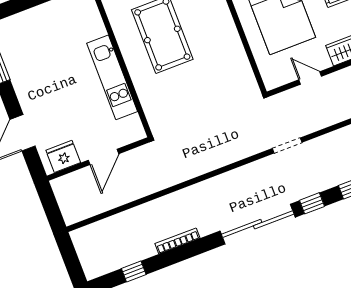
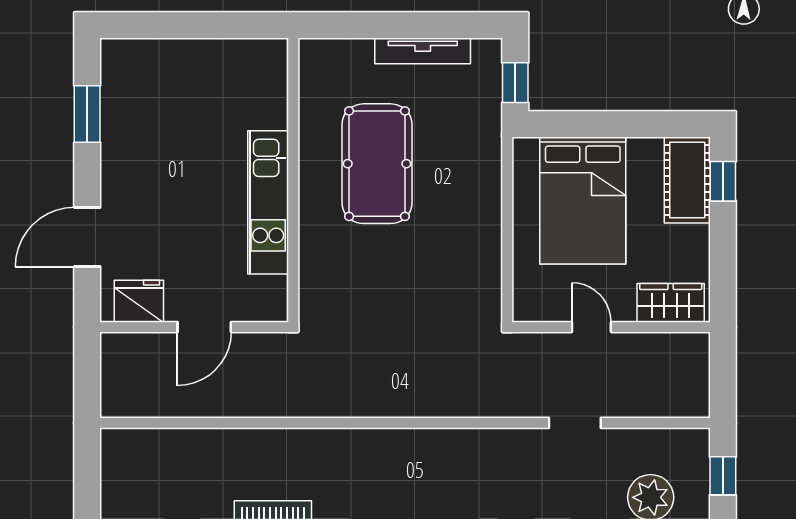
doorway: (287, 145) -> (575, 423), moved

